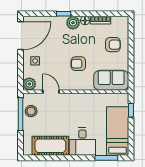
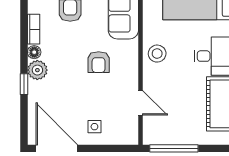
plant: (29, 84) -> (129, 135), removed
door: (51, 92) -> (141, 103), swing flipped
stool: (31, 111) -> (157, 54), moved

